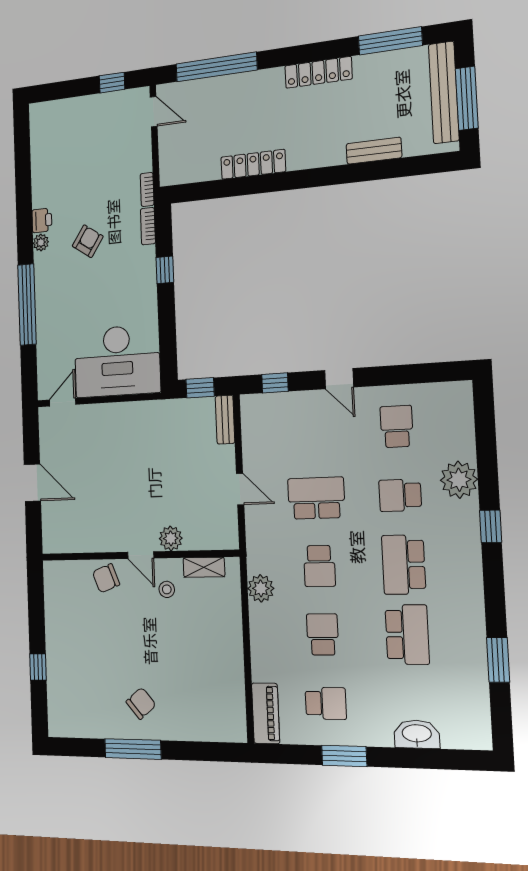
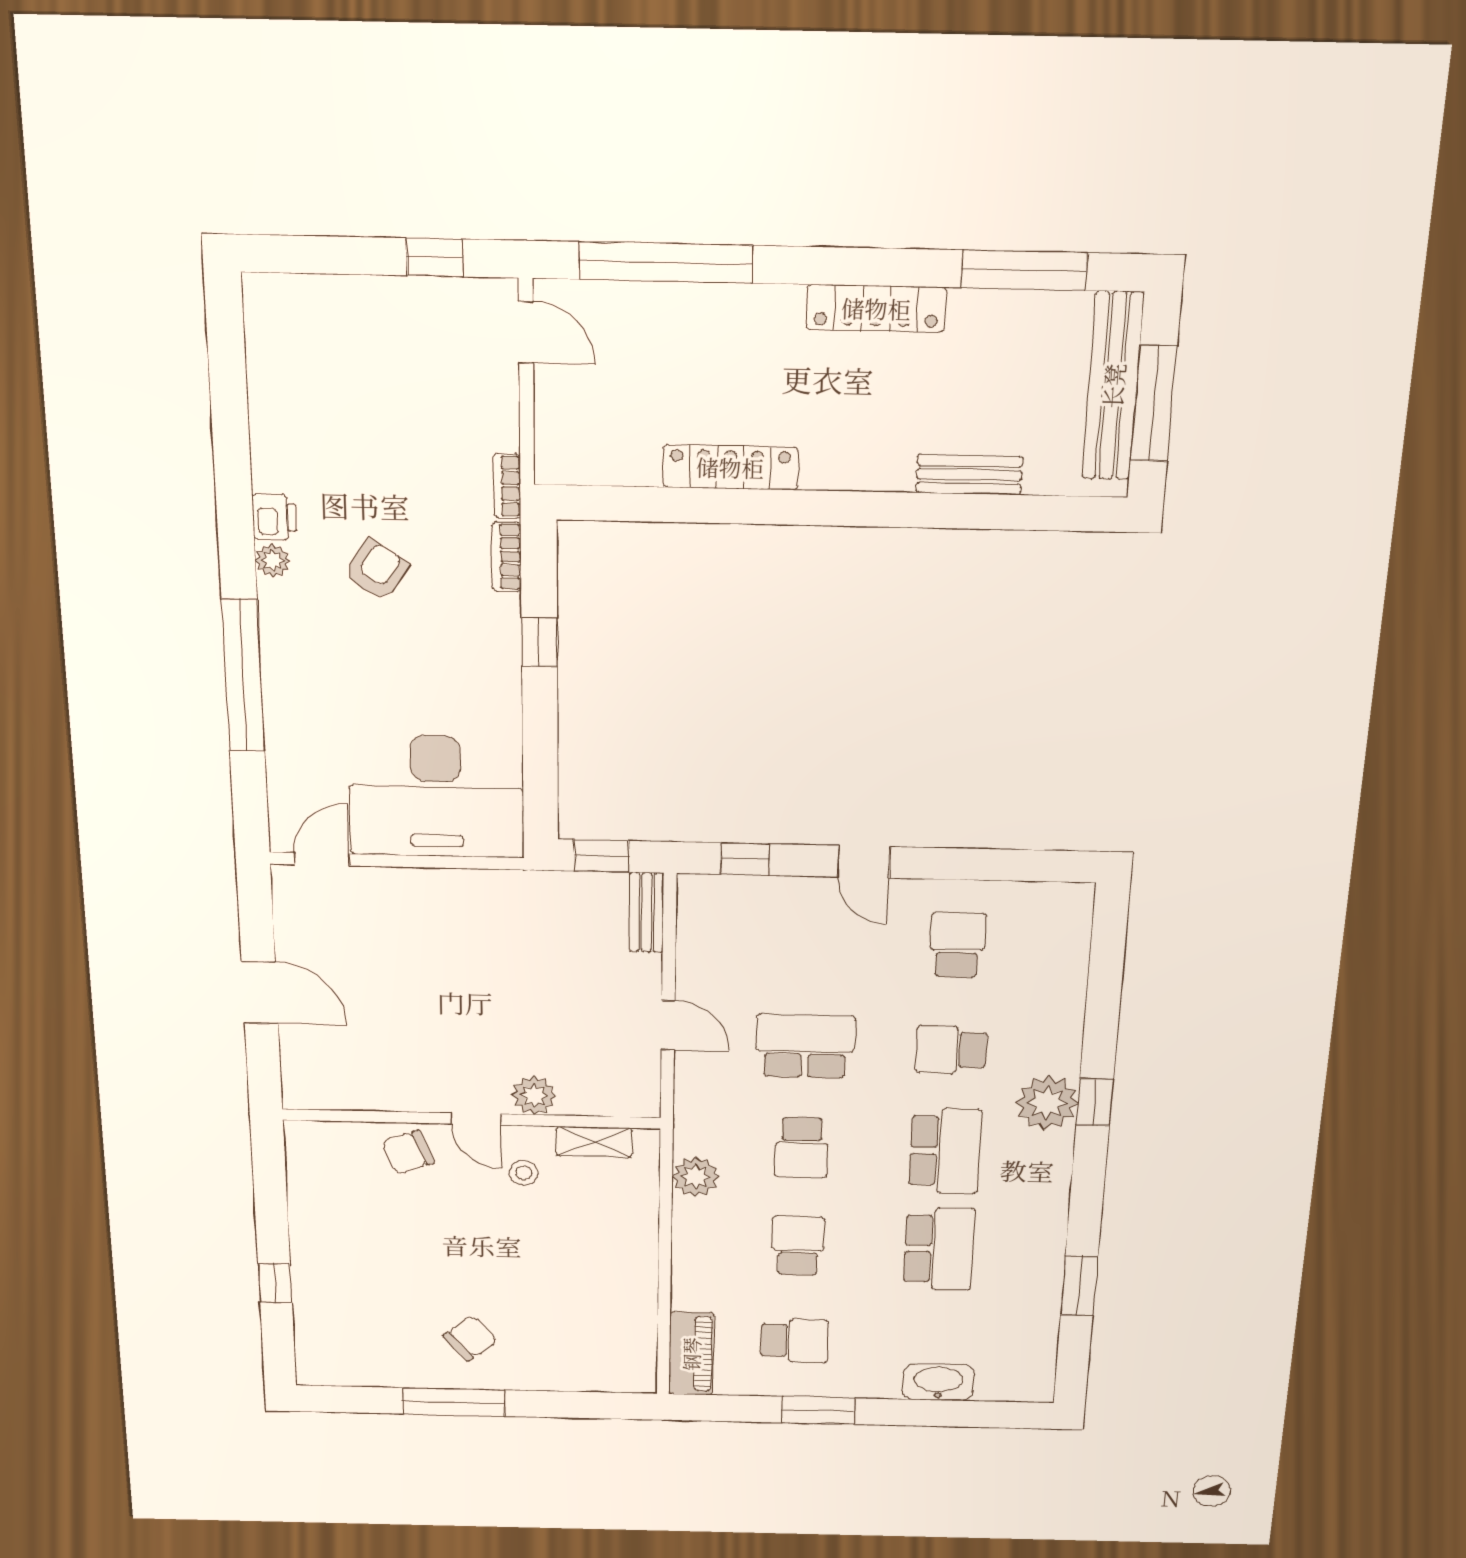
plant: (459, 480) -> (1047, 1103), moved
school desk: (404, 565) -> (945, 1151), turned 180

